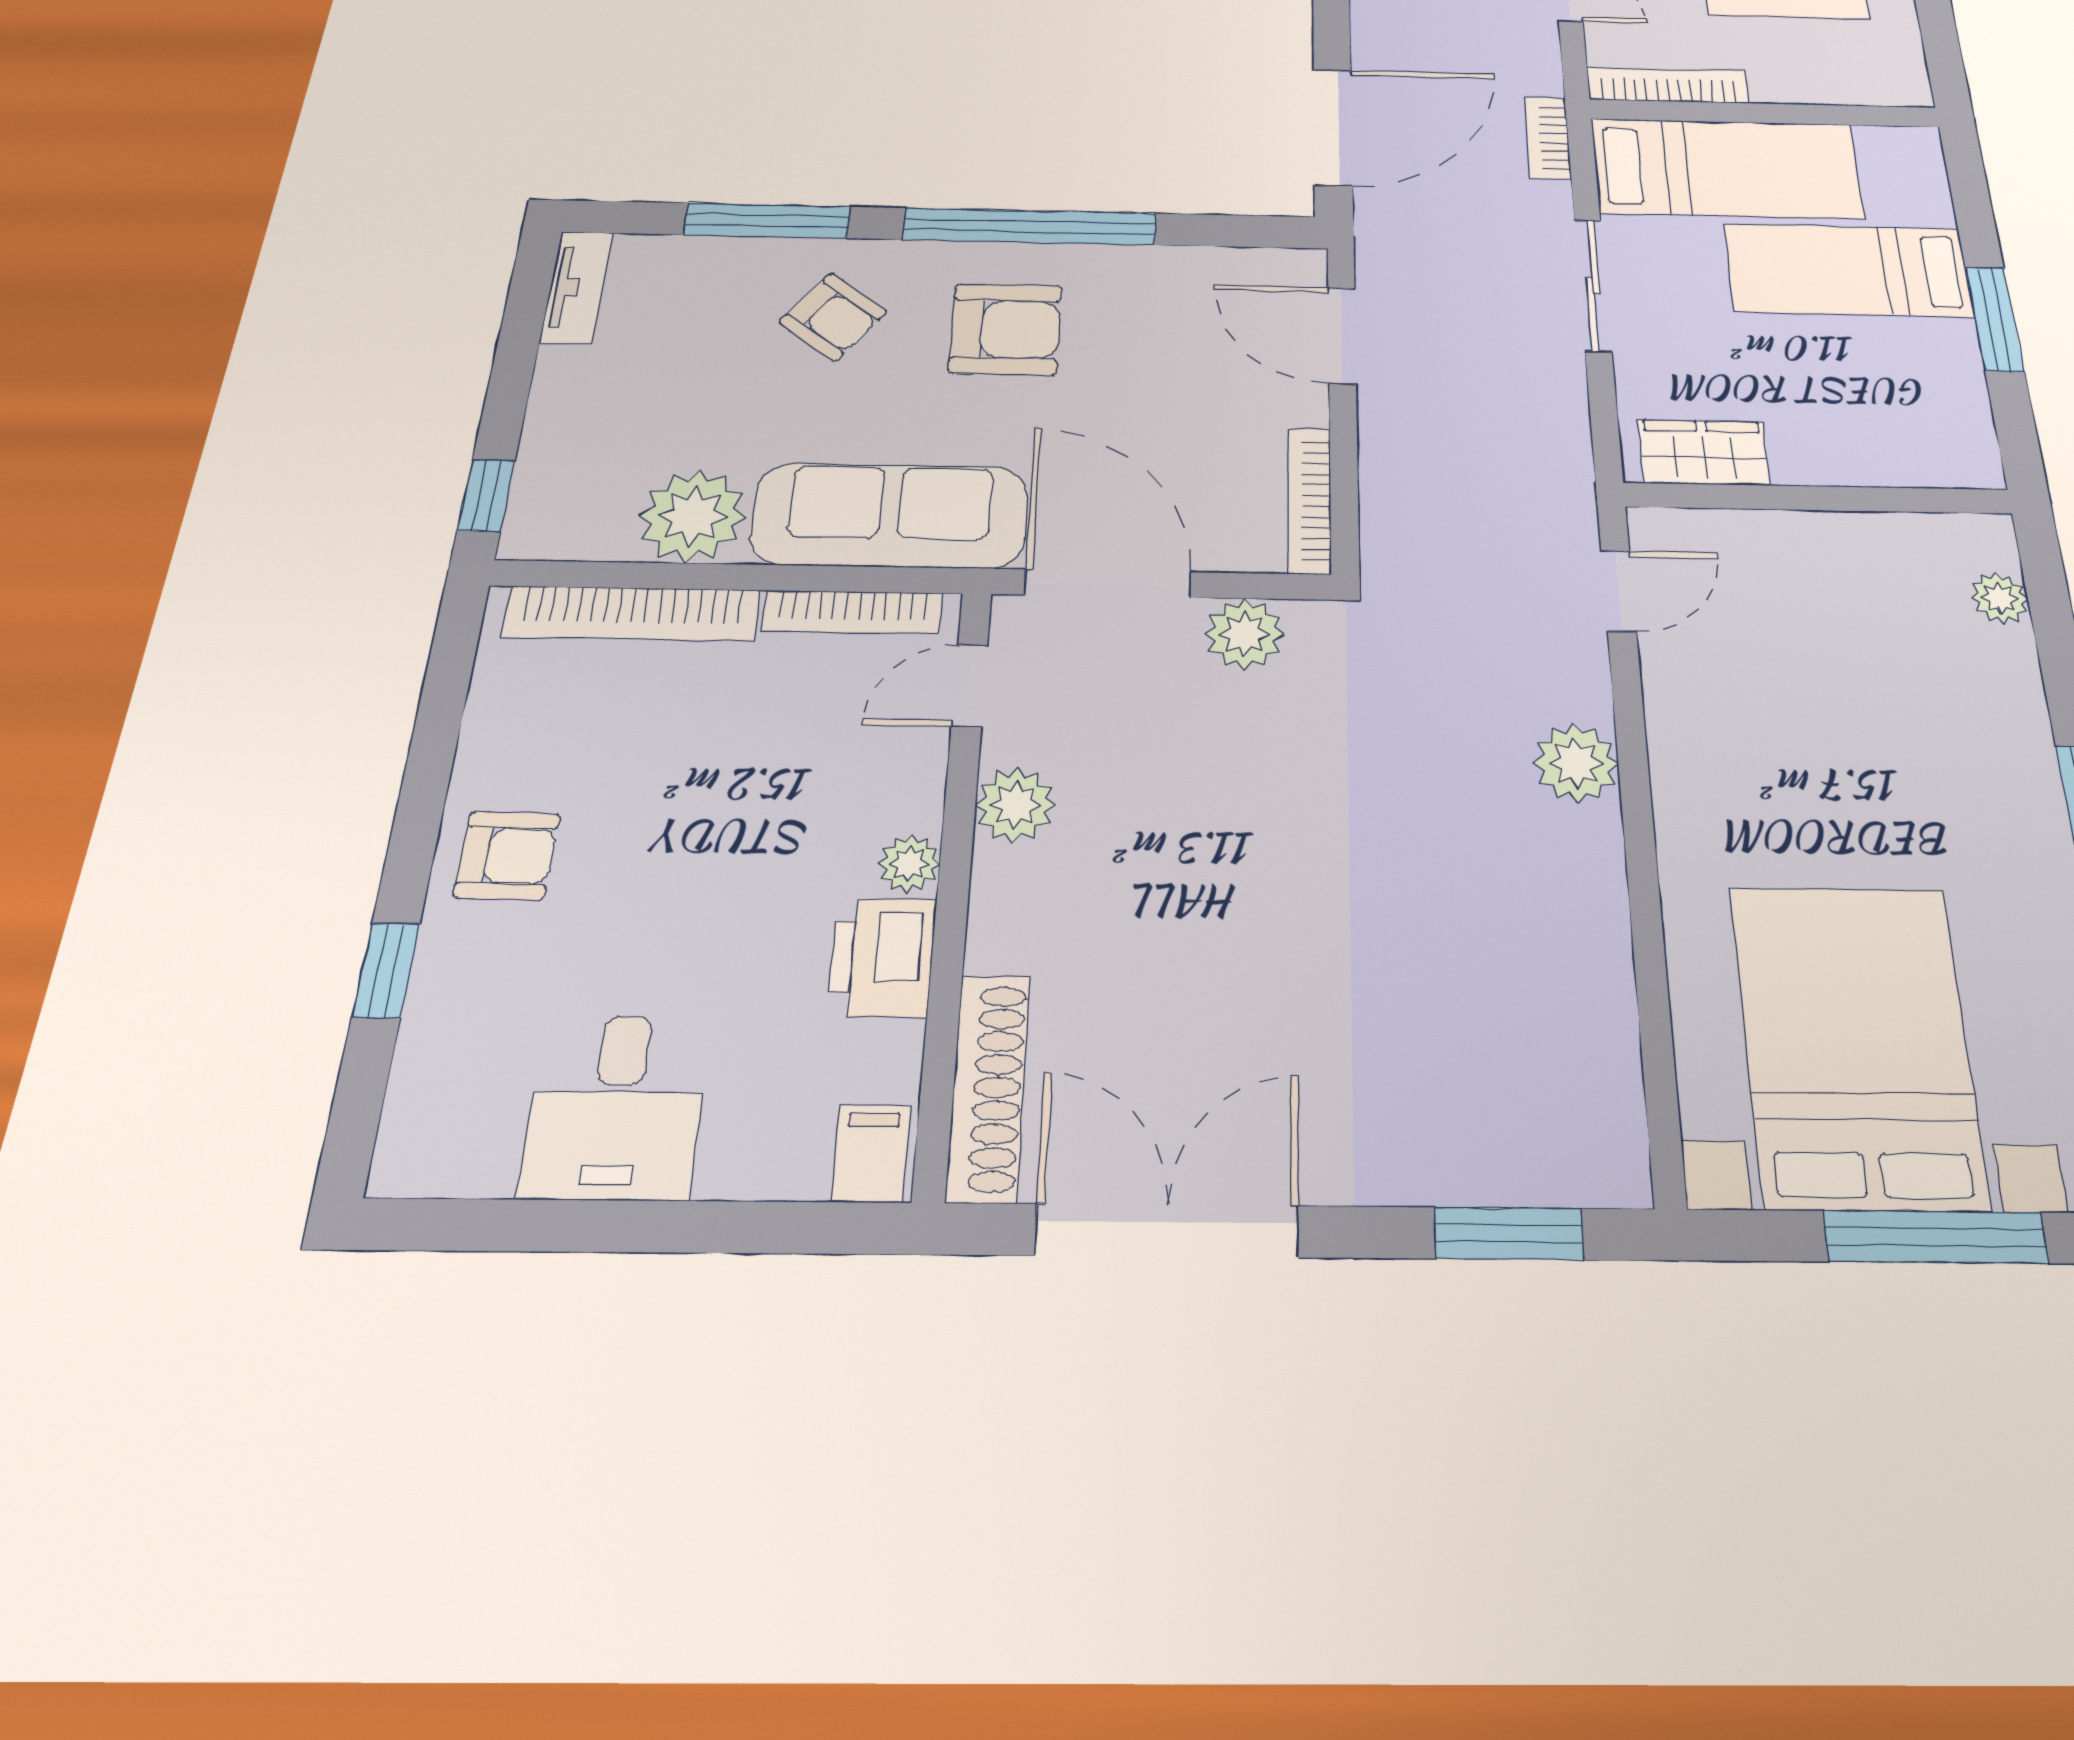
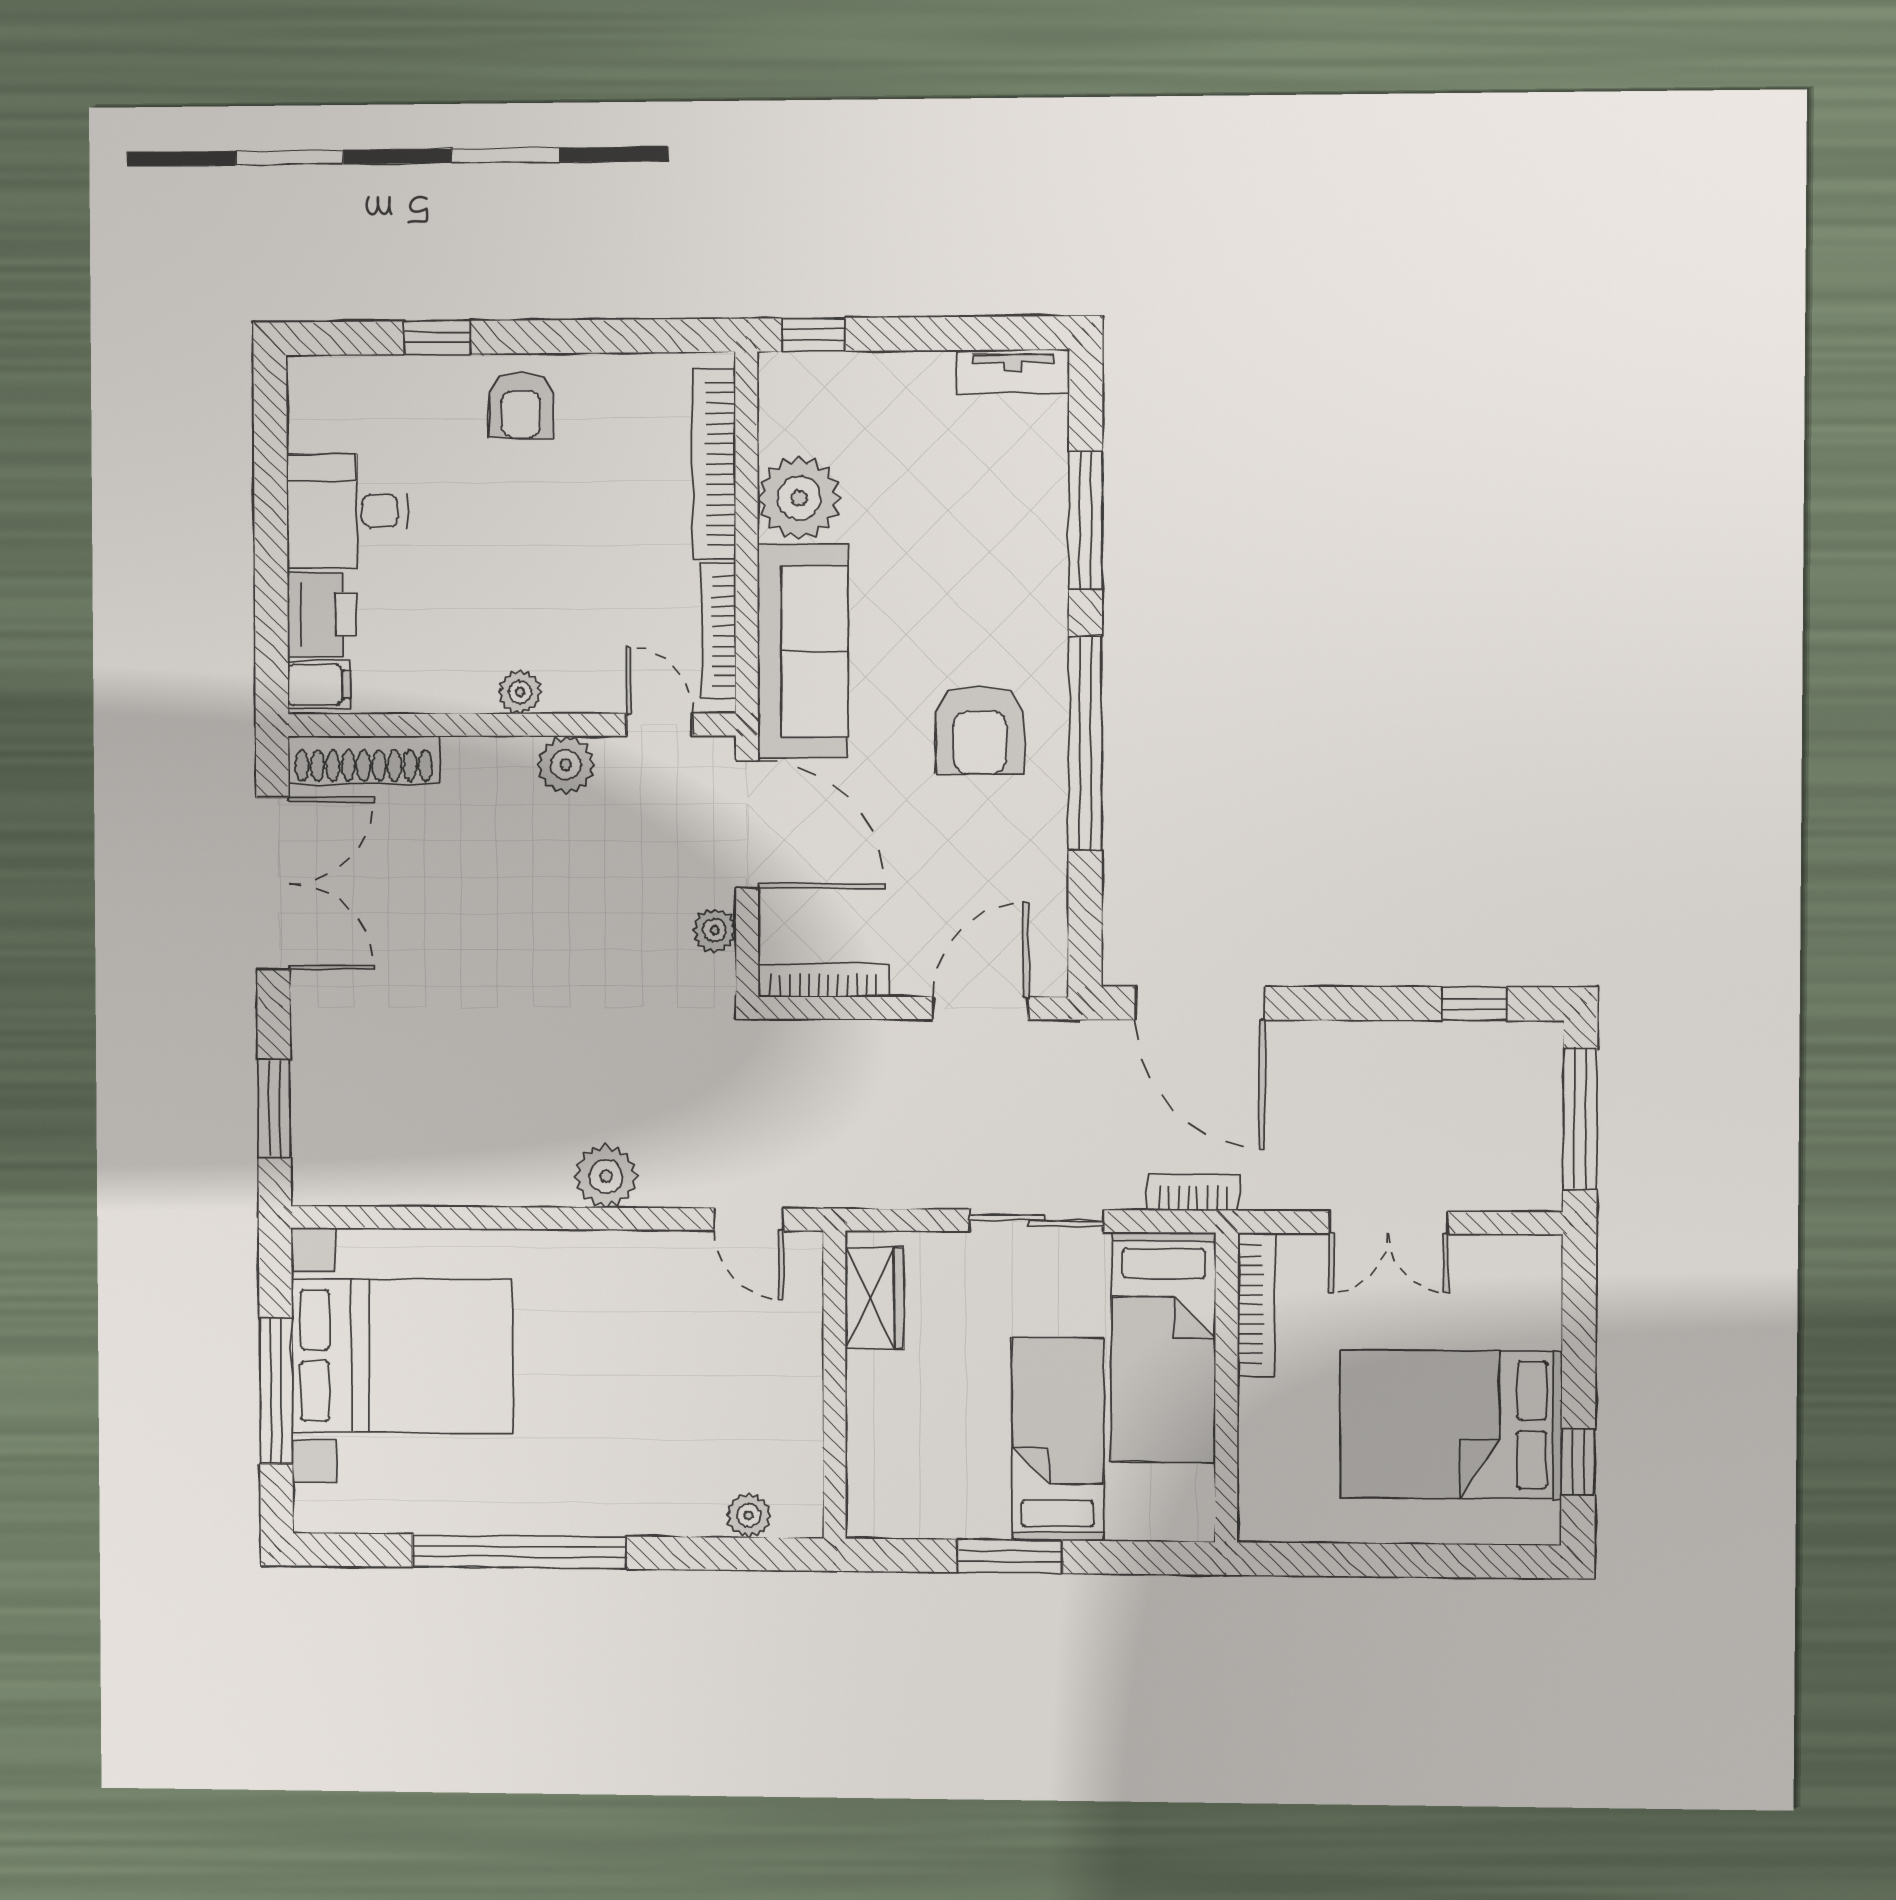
armchair: (833, 317) -> (989, 587), removed
door: (1108, 583) -> (747, 824), hinge flipped
plant: (1245, 634) -> (714, 930), width x0.73, depth x0.73
printer: (882, 957) -> (322, 614), moved, turned 90

